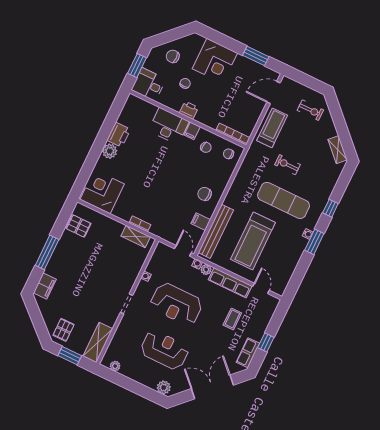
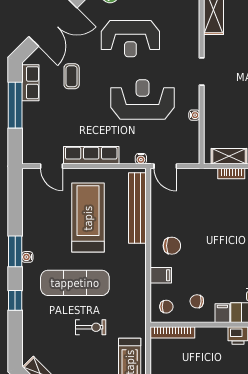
filing cabinet: (201, 222) -> (161, 275), moved
plant: (206, 270) -> (127, 157), removed
coffee table: (232, 319) -> (72, 76), moved
window: (266, 342) -> (15, 105), width x2.17

